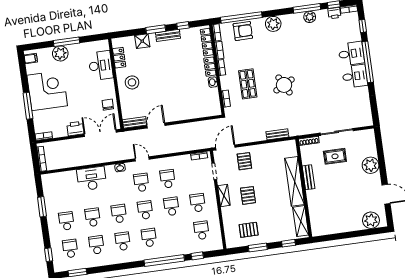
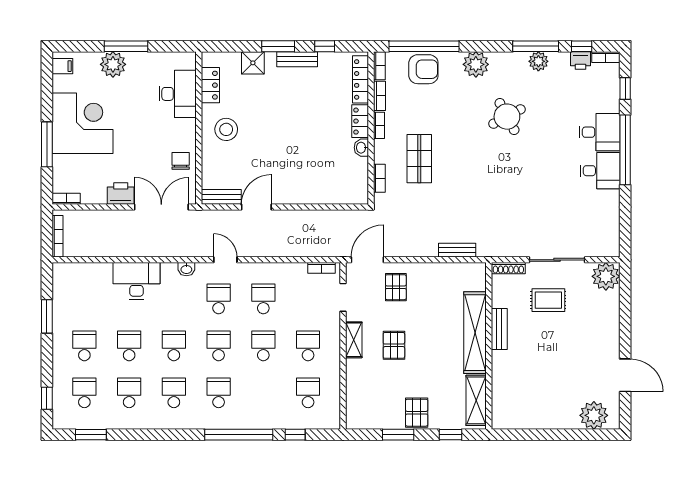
round table: (284, 85) -> (507, 117), moved
plant: (371, 165) -> (606, 276), moved
pallet: (249, 230) -> (417, 413), moved, turned 90

